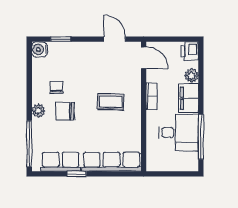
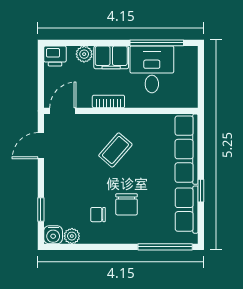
coffee table: (111, 102) -> (115, 150), turned 40
plant: (38, 111) -> (72, 236), moved

